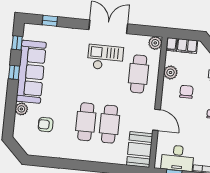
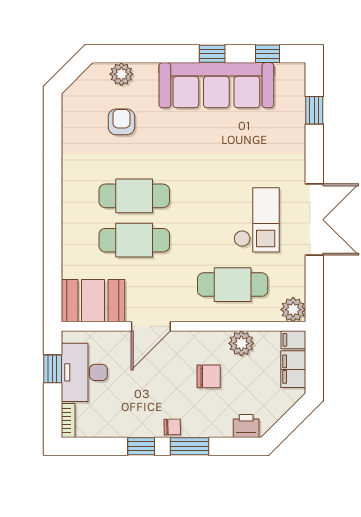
plant: (21, 109) -> (121, 74), moved

